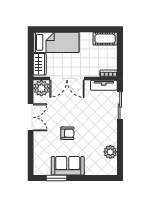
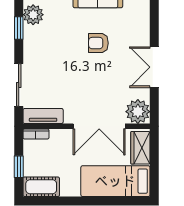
window: (120, 52) -> (19, 167), added
double door: (67, 78) -> (99, 126), swing flipped
window: (120, 143) -> (19, 28), added

